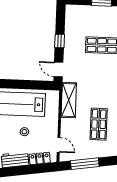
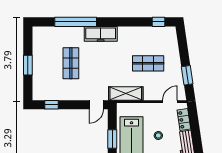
window: (60, 41) -> (52, 105), moved
window: (23, 84) -> (112, 139), added
window: (85, 164) -> (187, 75), width x0.69

